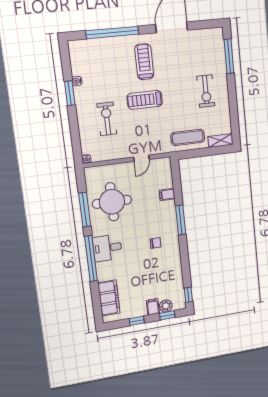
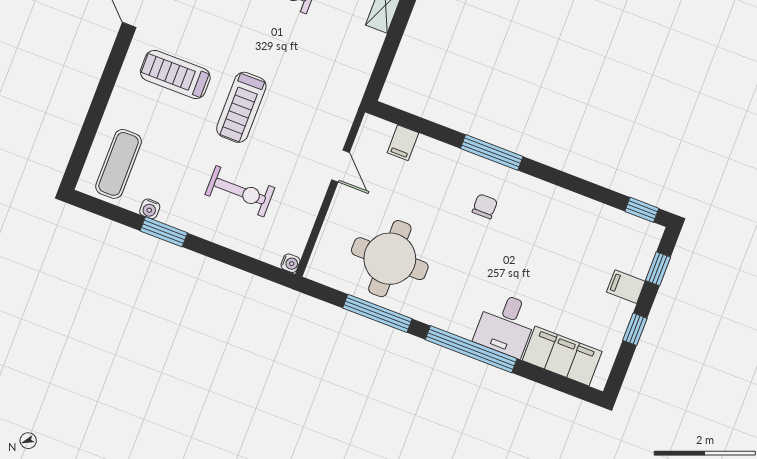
window: (112, 32) -> (99, 105), removed
exercise bike: (107, 119) -> (240, 191), turned 180
exercise mat: (188, 137) -> (119, 164), moved
filing cabinet: (167, 195) -> (403, 143), moved
chair: (156, 243) -> (485, 206), moved
desk: (107, 248) -> (506, 325), moved
plant: (166, 306) -> (638, 262), removed

